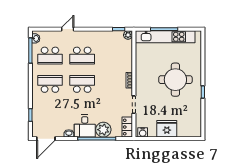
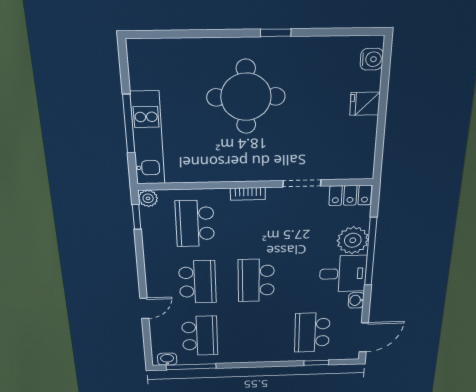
door: (68, 29) -> (144, 308), swing flipped
kitchen unit: (165, 37) -> (148, 139), width x0.73
school desk: (114, 56) -> (195, 224), added
school desk: (50, 84) -> (312, 333), moved
fridge: (167, 129) -> (365, 104), width x0.53, depth x0.75
water cooler: (143, 132) -> (372, 59), moved
door: (46, 139) -> (364, 337), hinge flipped

